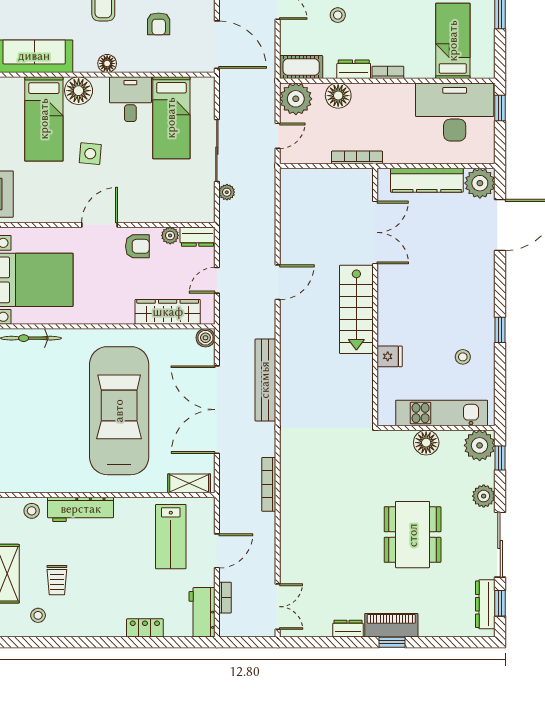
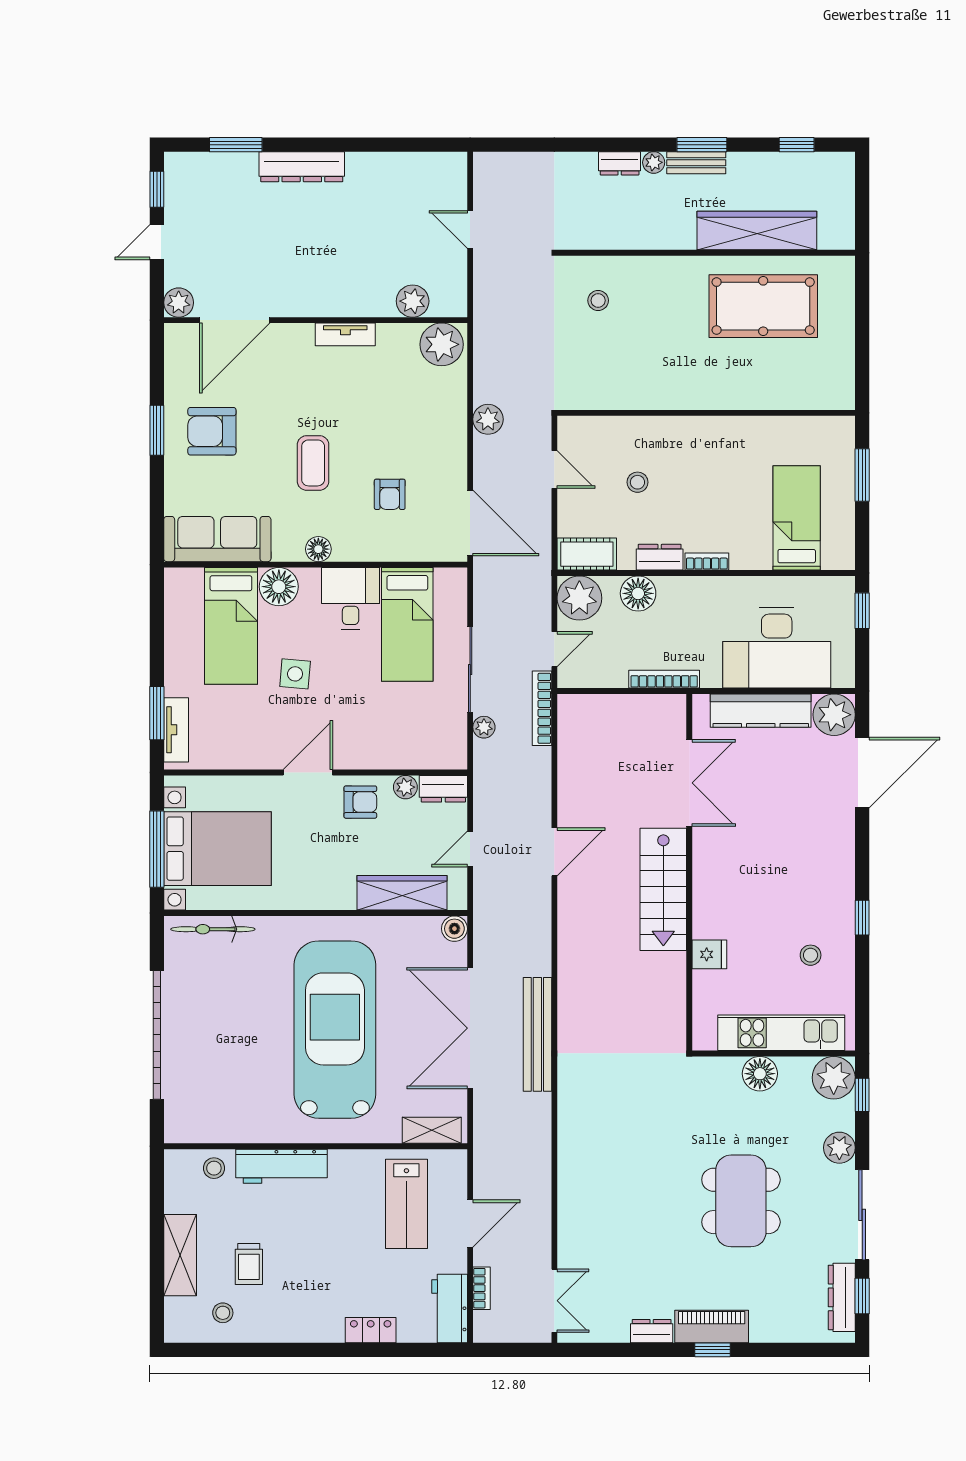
desk: (455, 112) -> (777, 648), moved, turned 180
bench: (265, 380) -> (537, 1034), moved
bookcase: (269, 484) -> (542, 708), moved

